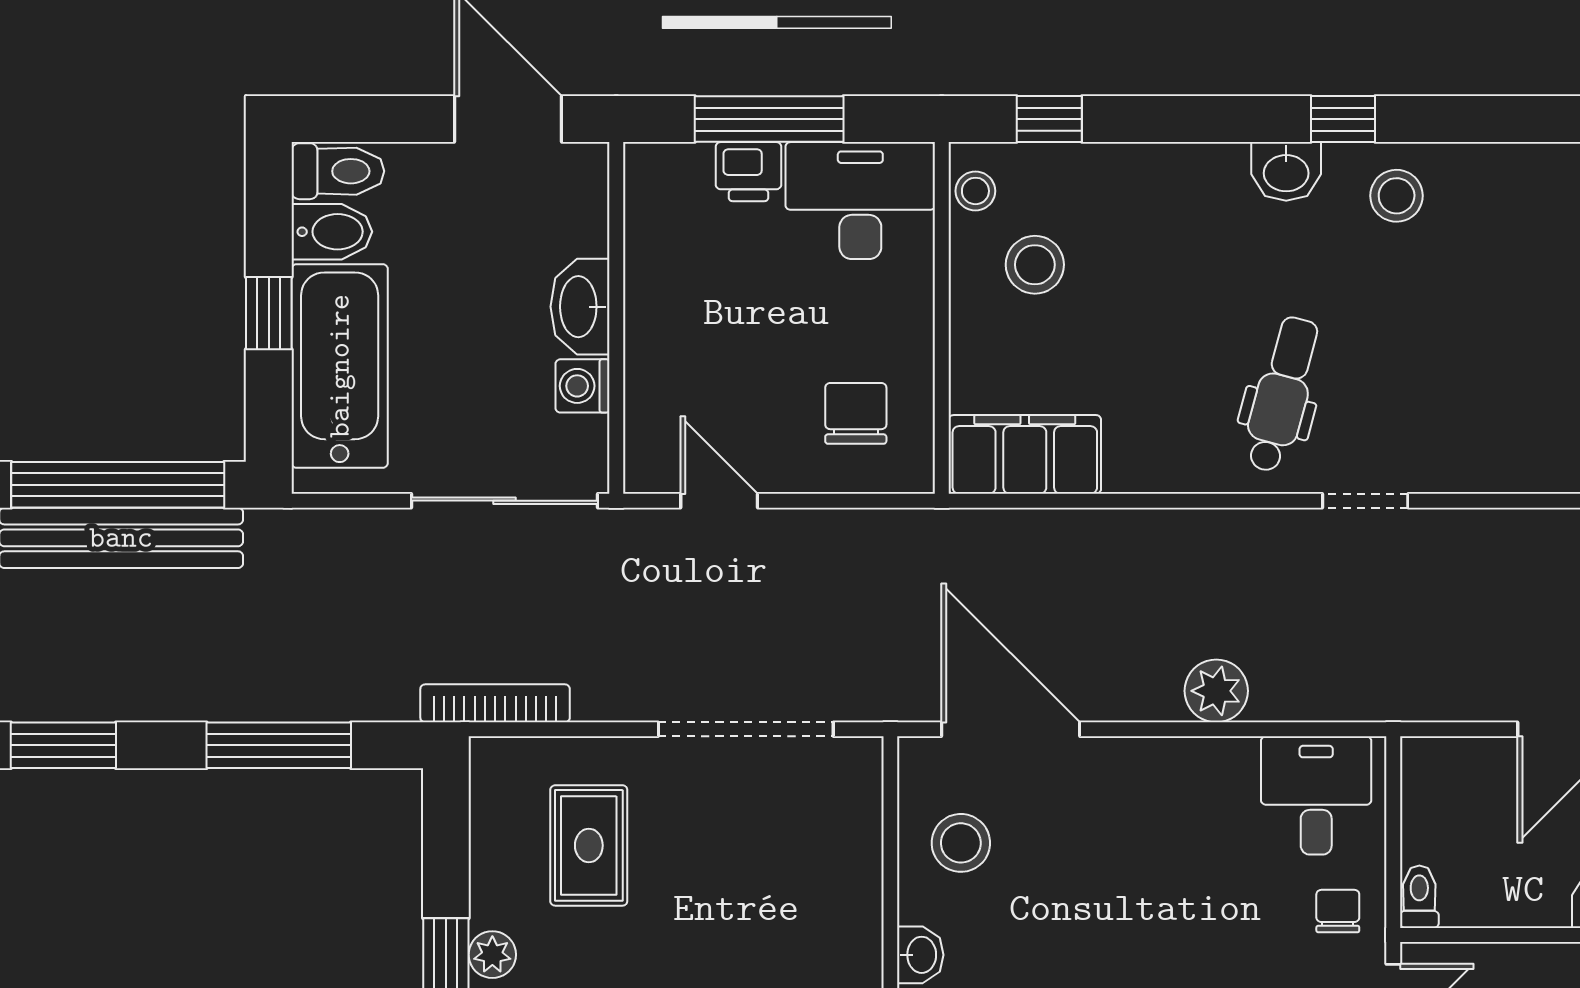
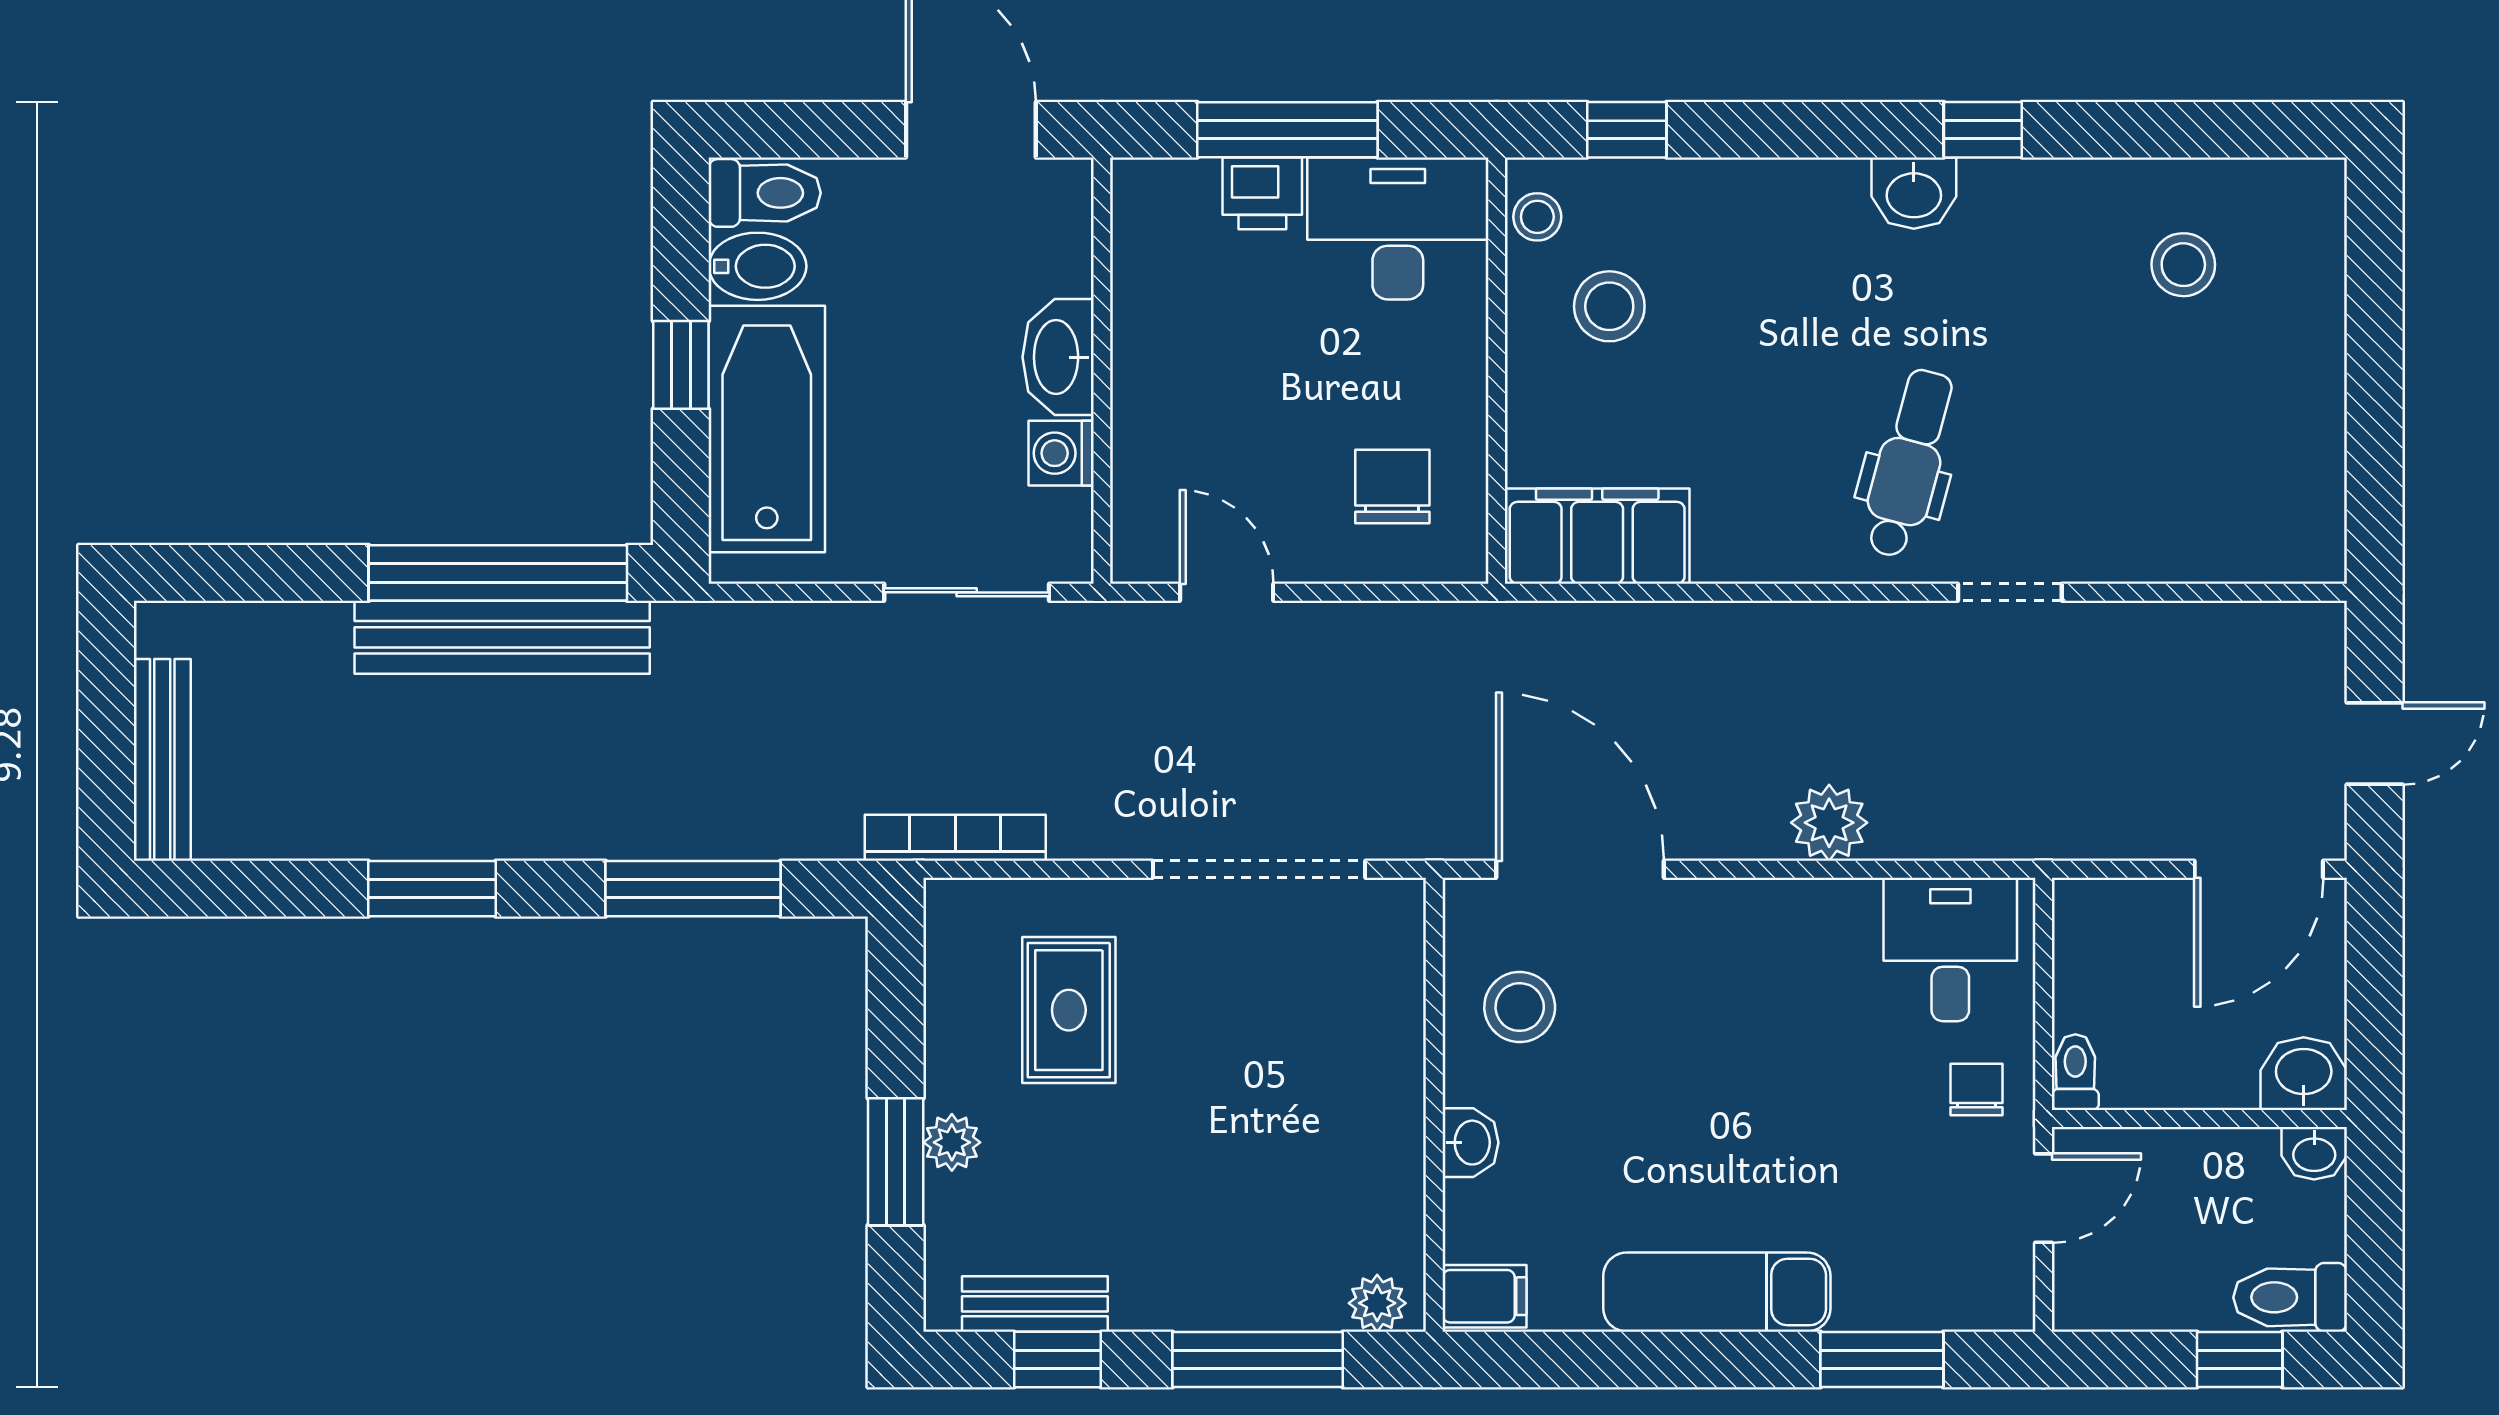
stool: (1397, 196) -> (2183, 265), moved
sliding door: (505, 501) -> (967, 592), width x0.73

